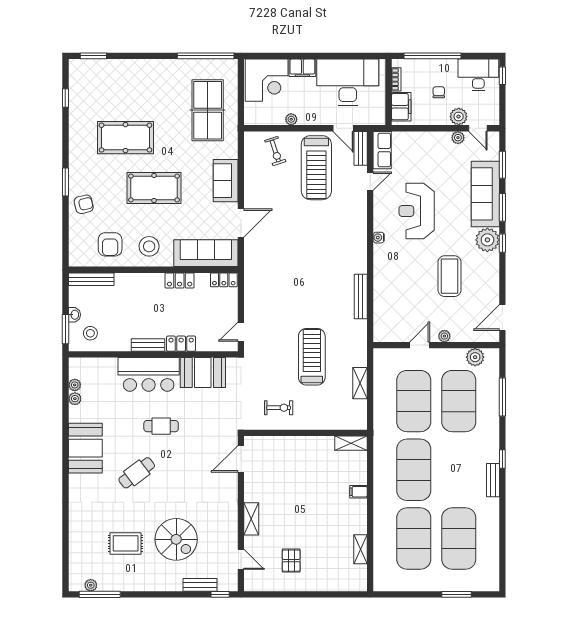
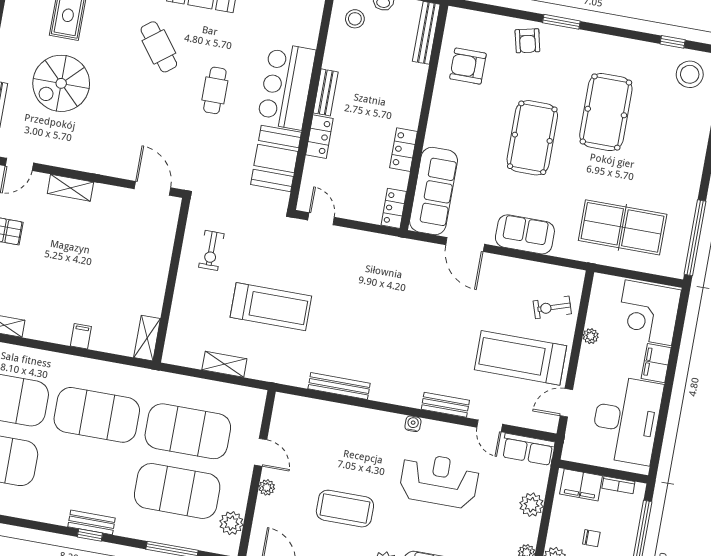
plant: (422, 140) -> (532, 505), added
bench: (361, 148) -> (445, 405), moved
stool: (149, 246) -> (690, 74), moved
bench: (493, 480) -> (92, 522), moved

